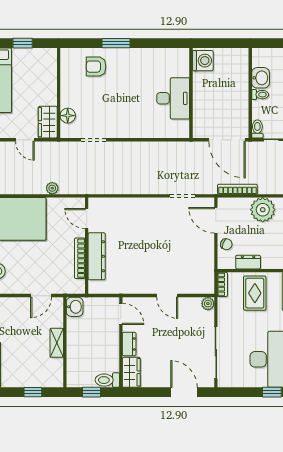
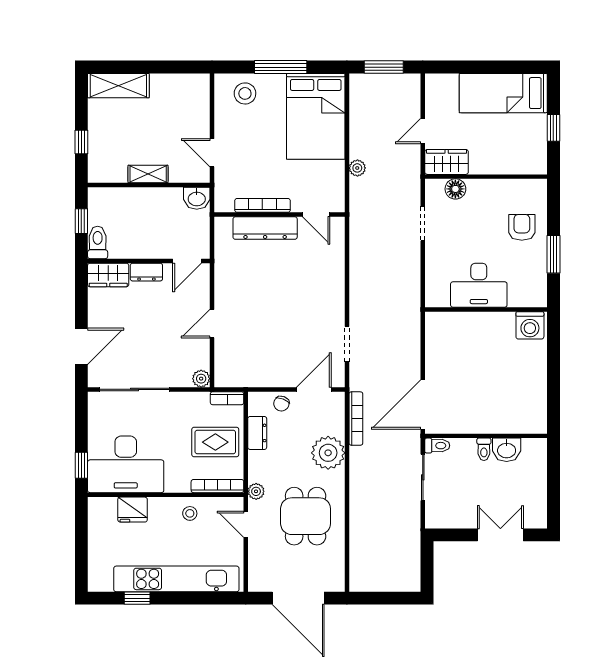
washing machine: (203, 61) -> (530, 325), moved
wall: (191, 93) -> (486, 309), moved
desk: (173, 98) -> (479, 285), moved
door: (87, 219) -> (316, 215), swing flipped

